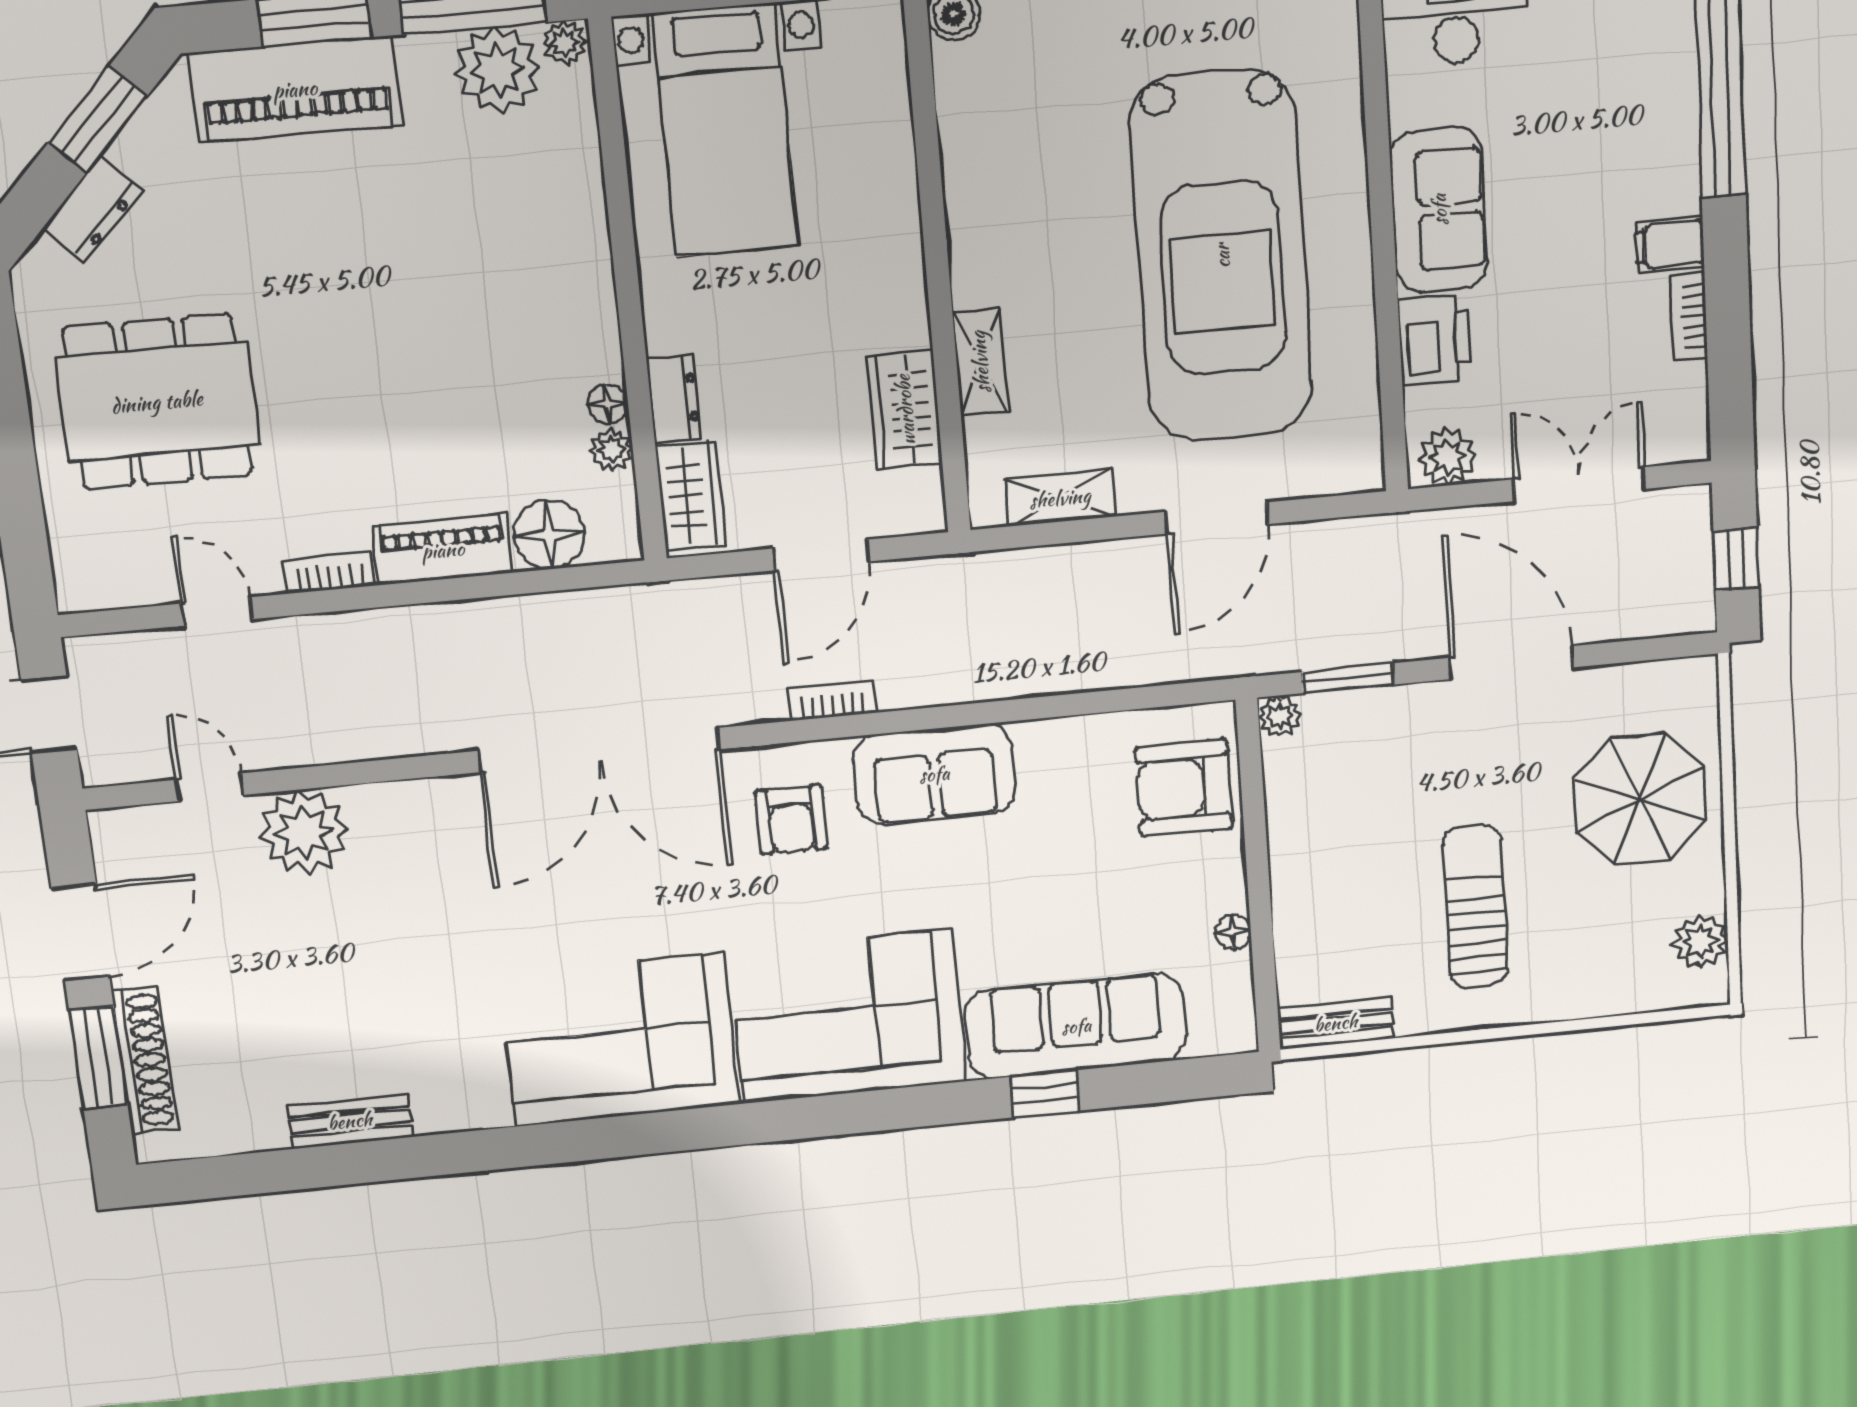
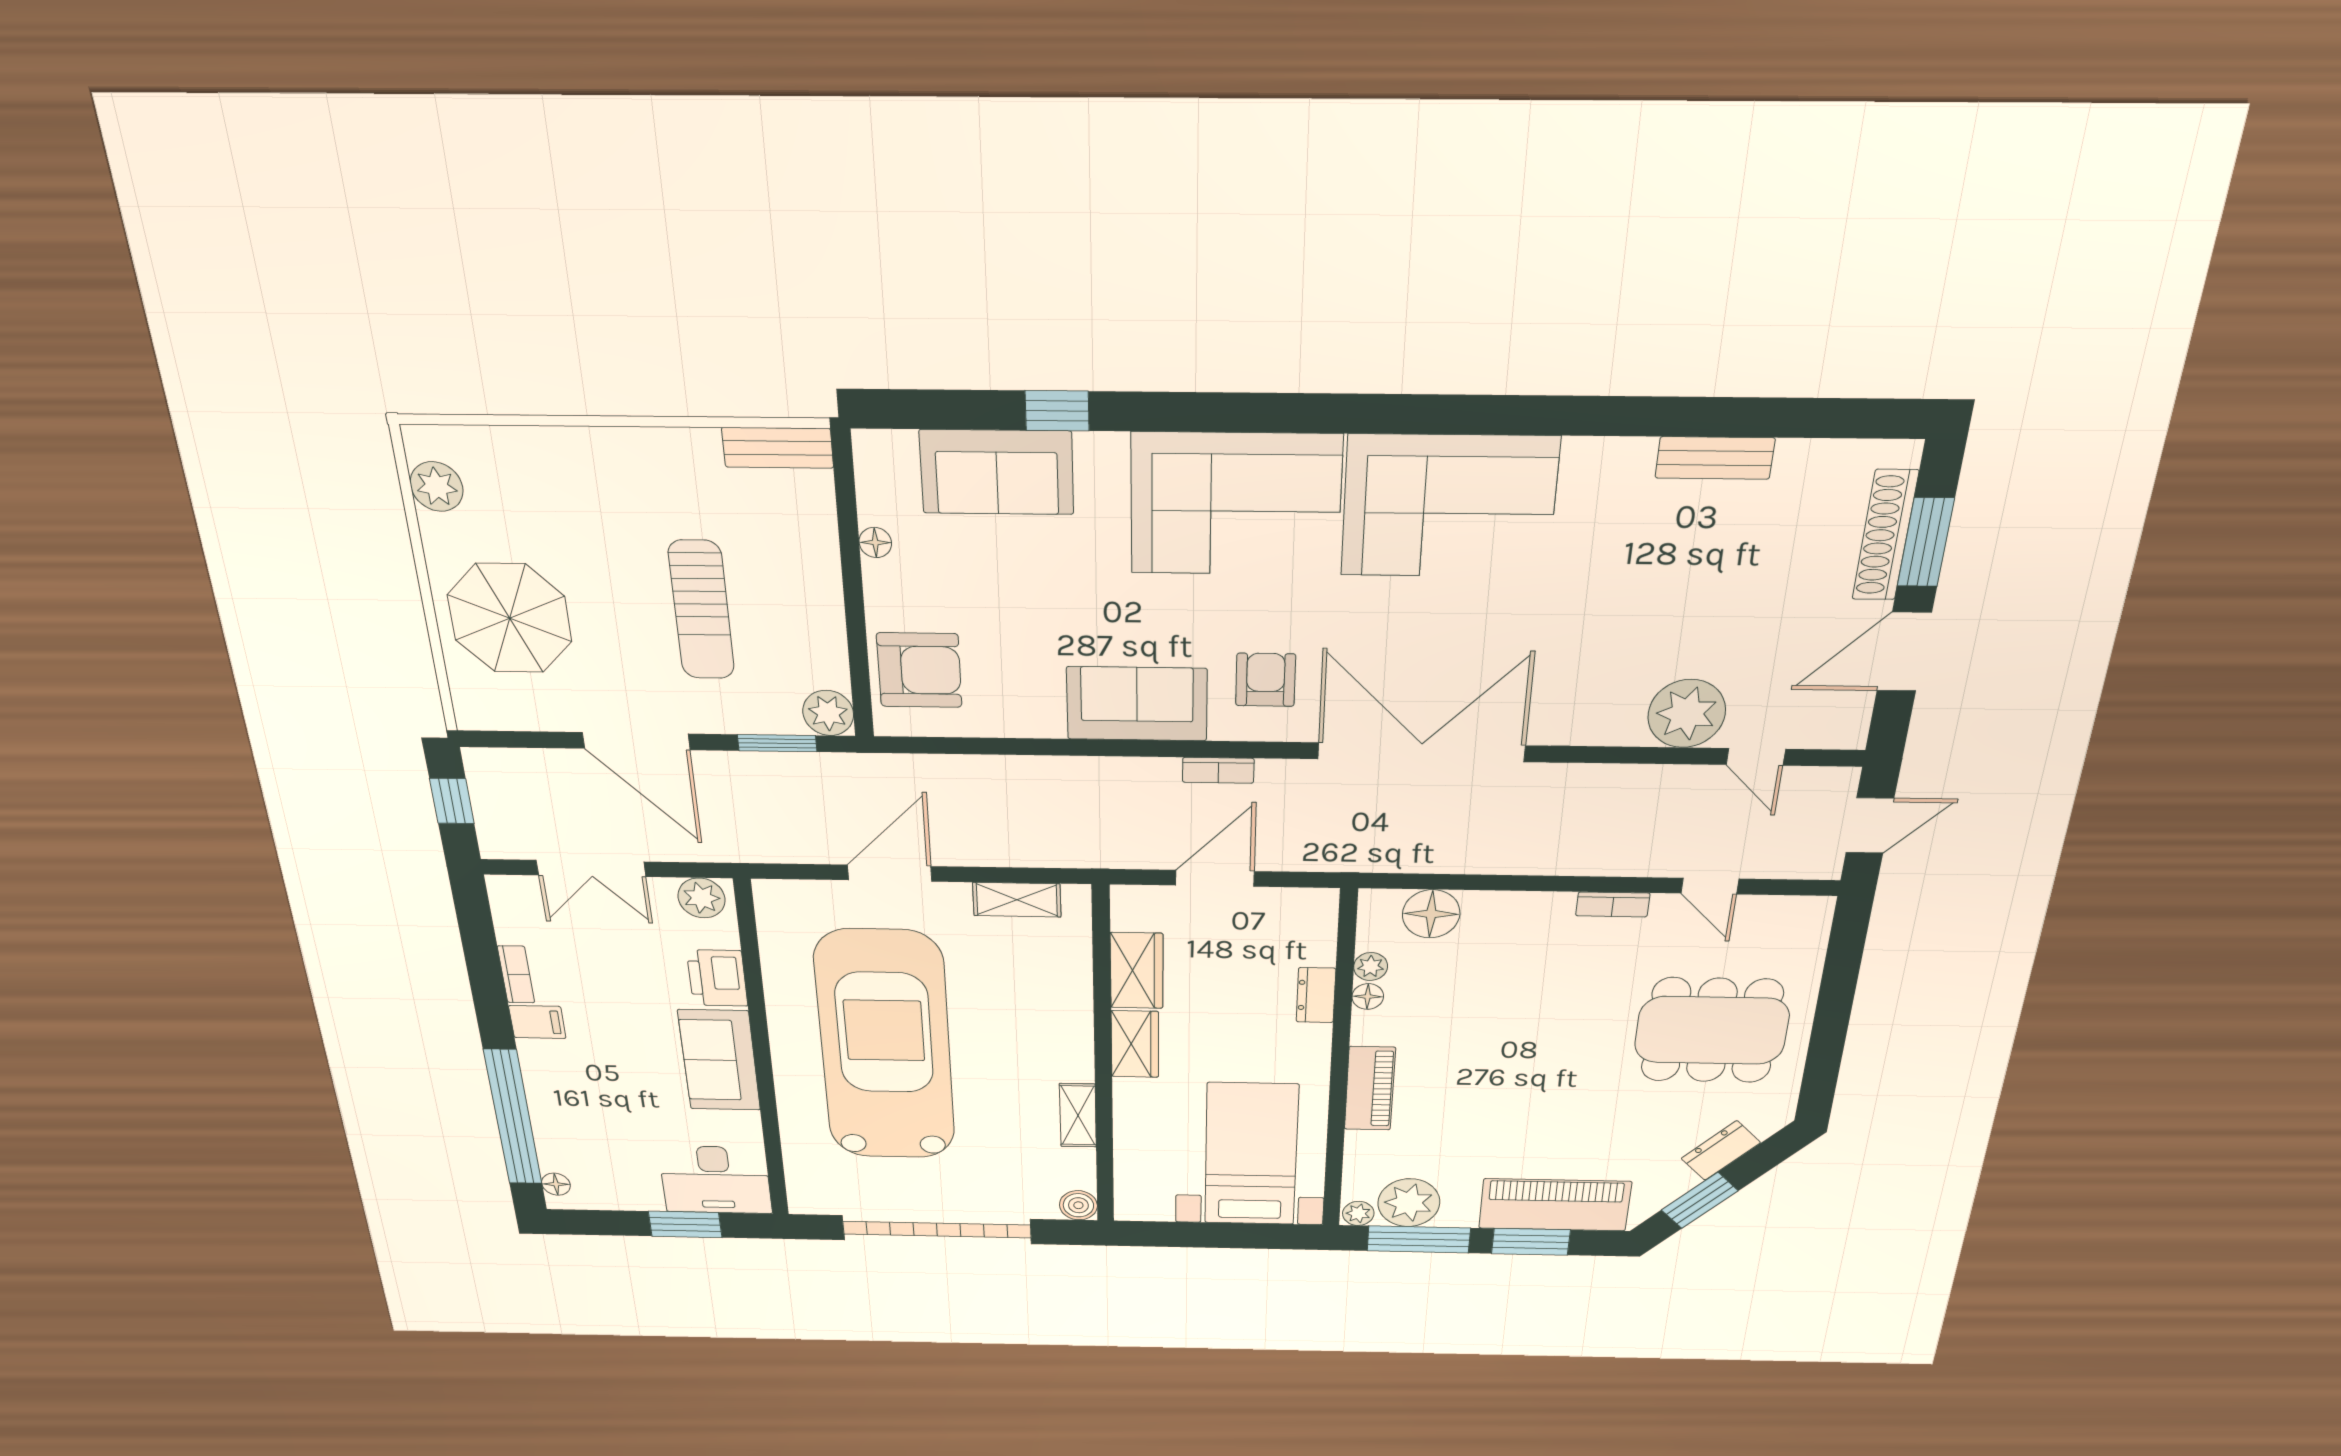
shelving: (980, 362) -> (1078, 1115), moved
wardrobe: (691, 496) -> (1135, 1044), moved, turned 180
piano: (443, 550) -> (1370, 1088), moved, turned -90
plant: (1279, 716) -> (828, 713), width x1.38, depth x1.38
sun lounger: (1475, 907) -> (701, 610), moved
sofa: (1076, 1026) -> (997, 472), width x0.73

